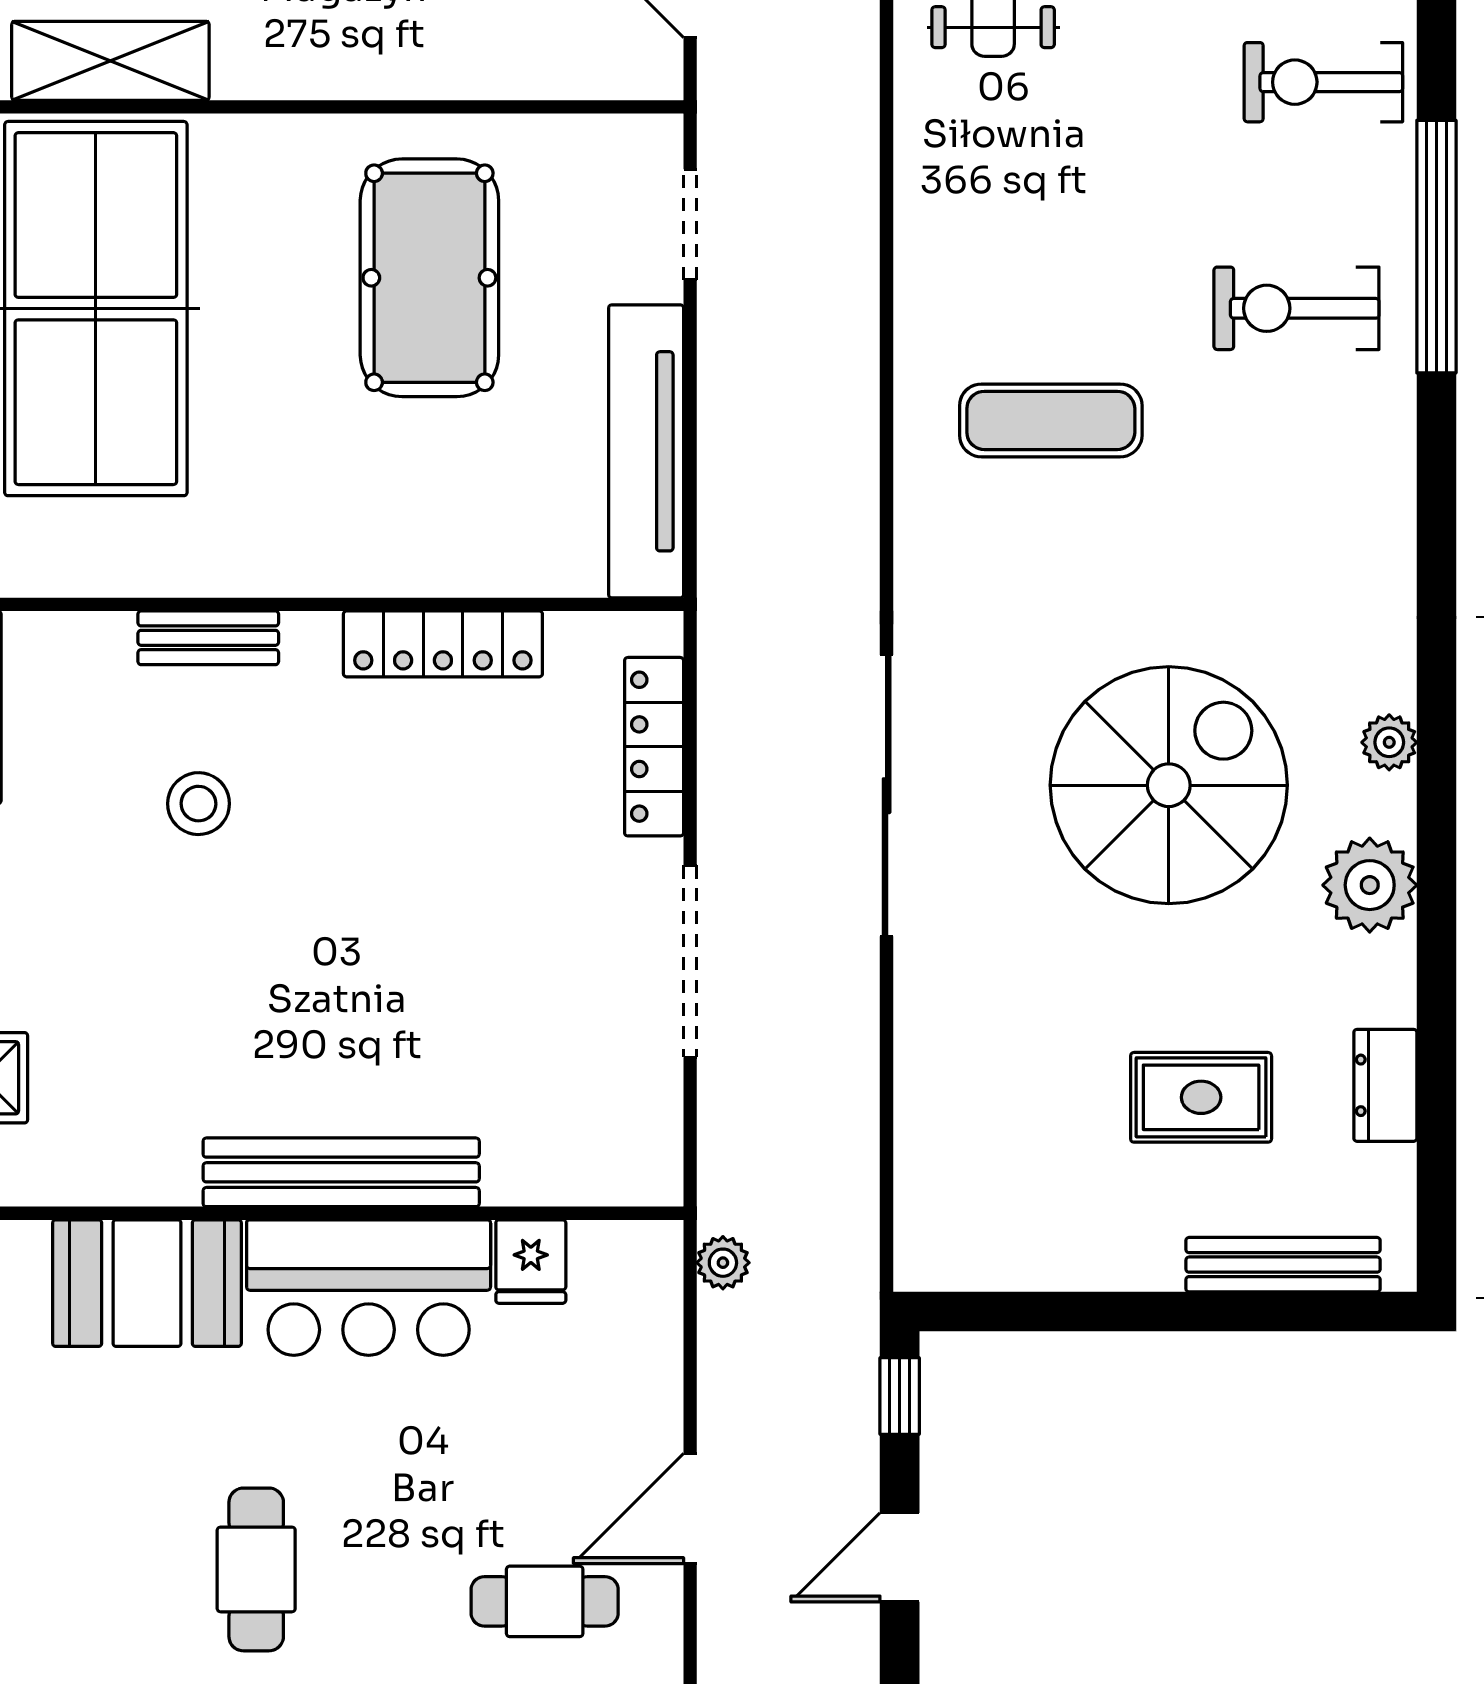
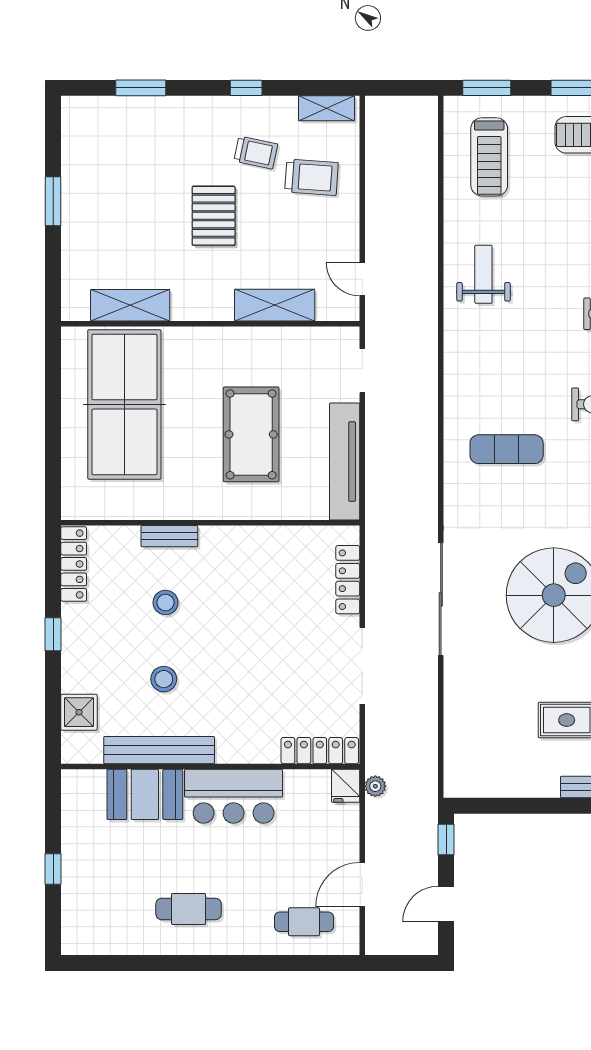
shelving: (471, 60) -> (275, 305), added
pool table: (429, 278) -> (251, 434), moved
locker: (443, 644) -> (320, 751), moved, turned 180
stool: (194, 995) -> (164, 679), added
bench: (341, 1172) -> (159, 750), moved
fridge: (531, 1262) -> (346, 786), moved
cafe table: (256, 1569) -> (189, 909), turned 90

